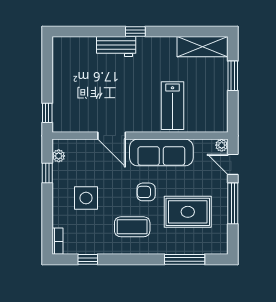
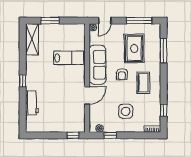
workbench: (116, 46) -> (32, 103), moved
window: (233, 203) -> (139, 21), moved

